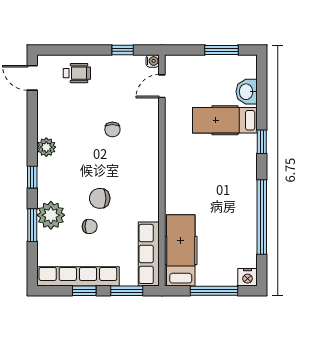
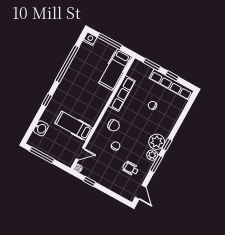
window: (221, 50) -> (42, 155), width x1.44
wheelchair: (77, 73) -> (131, 168), moved
hospital bed: (225, 120) -> (74, 126), moved, turned 180
chair: (100, 198) -> (114, 125), moved
plant: (51, 215) -> (157, 142), moved
window: (32, 225) -> (156, 164), moved
row of seats: (149, 254) -> (122, 94), moved

